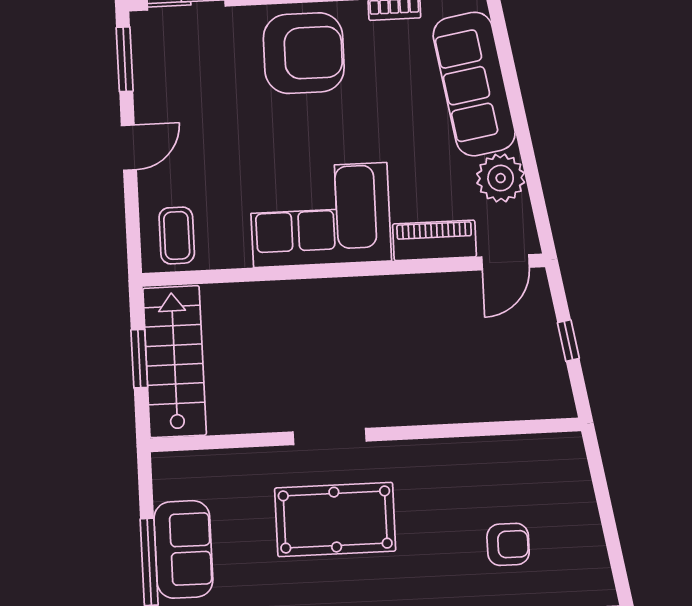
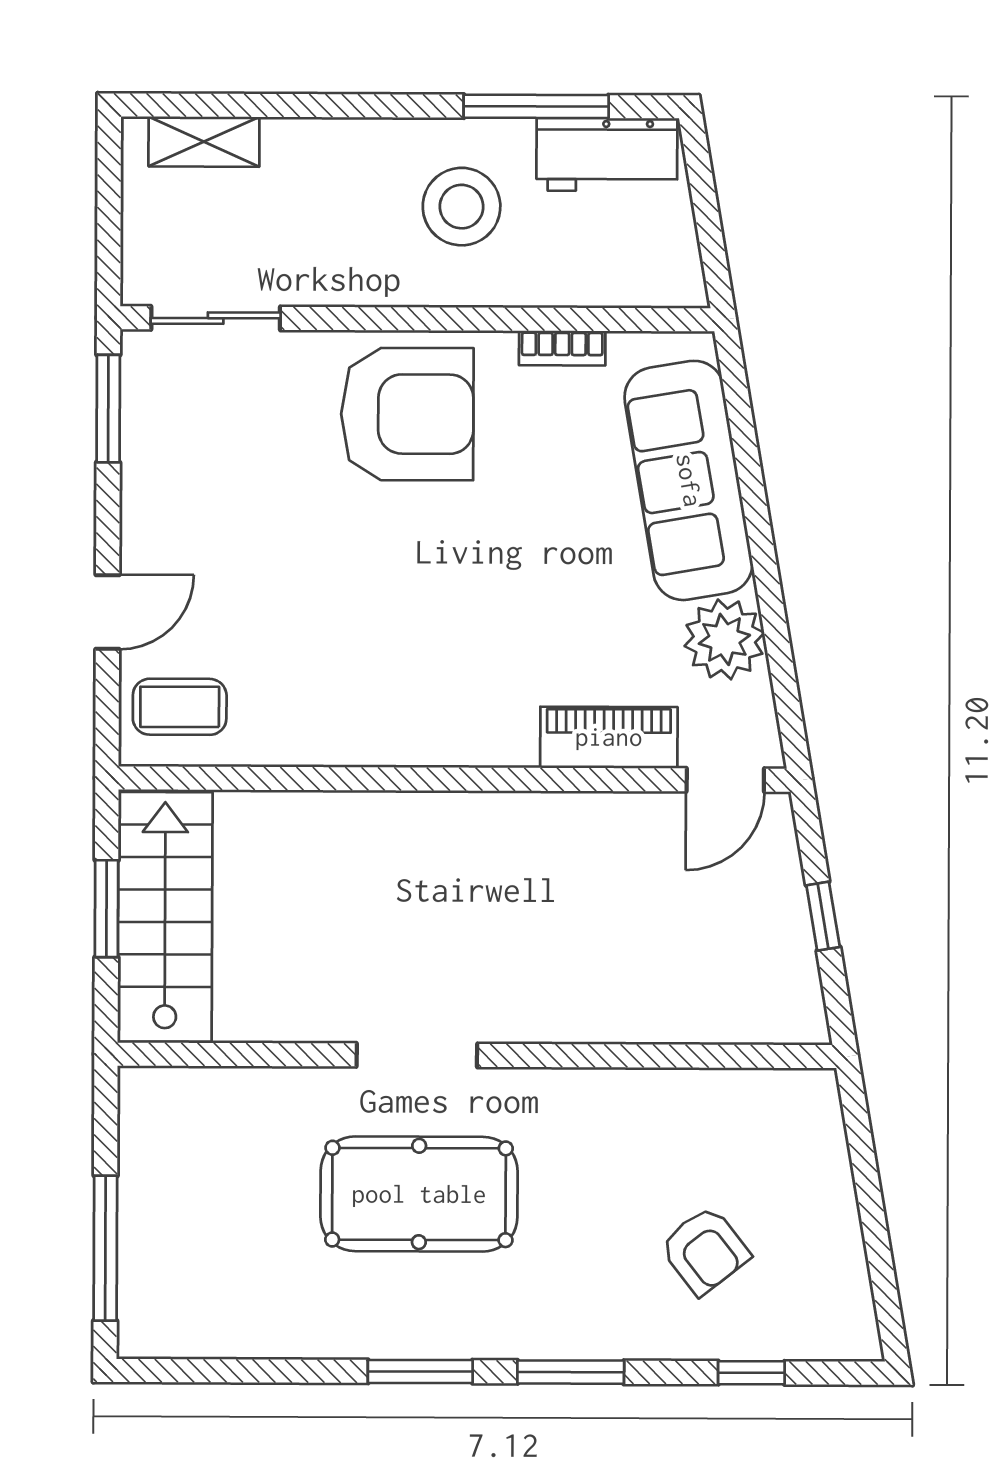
door: (129, 148) -> (108, 612), moved
corner sofa: (320, 215) -> (420, 685), removed
coffee table: (177, 235) -> (180, 707), turned 90
armchair: (508, 544) -> (705, 1250), turned 52
sofa: (183, 549) -> (163, 1231), removed

